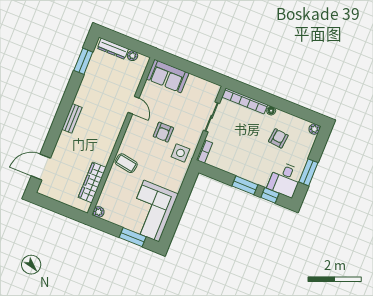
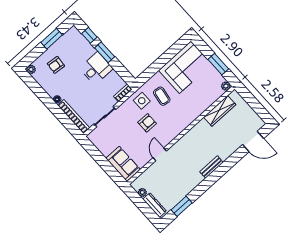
armchair: (278, 138) -> (56, 65), moved
coffee table: (126, 163) -> (162, 96), moved
desk: (285, 179) -> (96, 68), moved
window: (133, 237) -> (218, 64), moved

